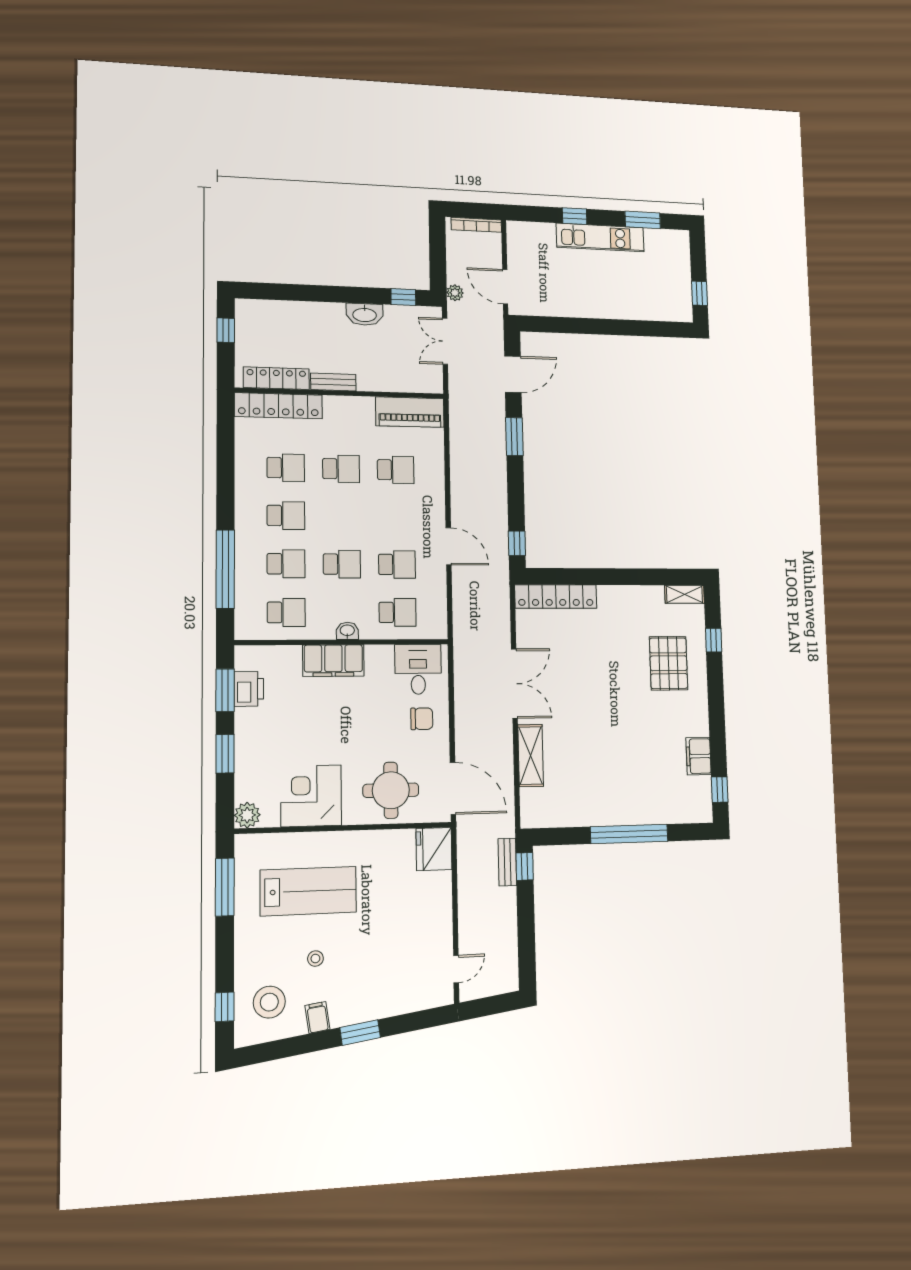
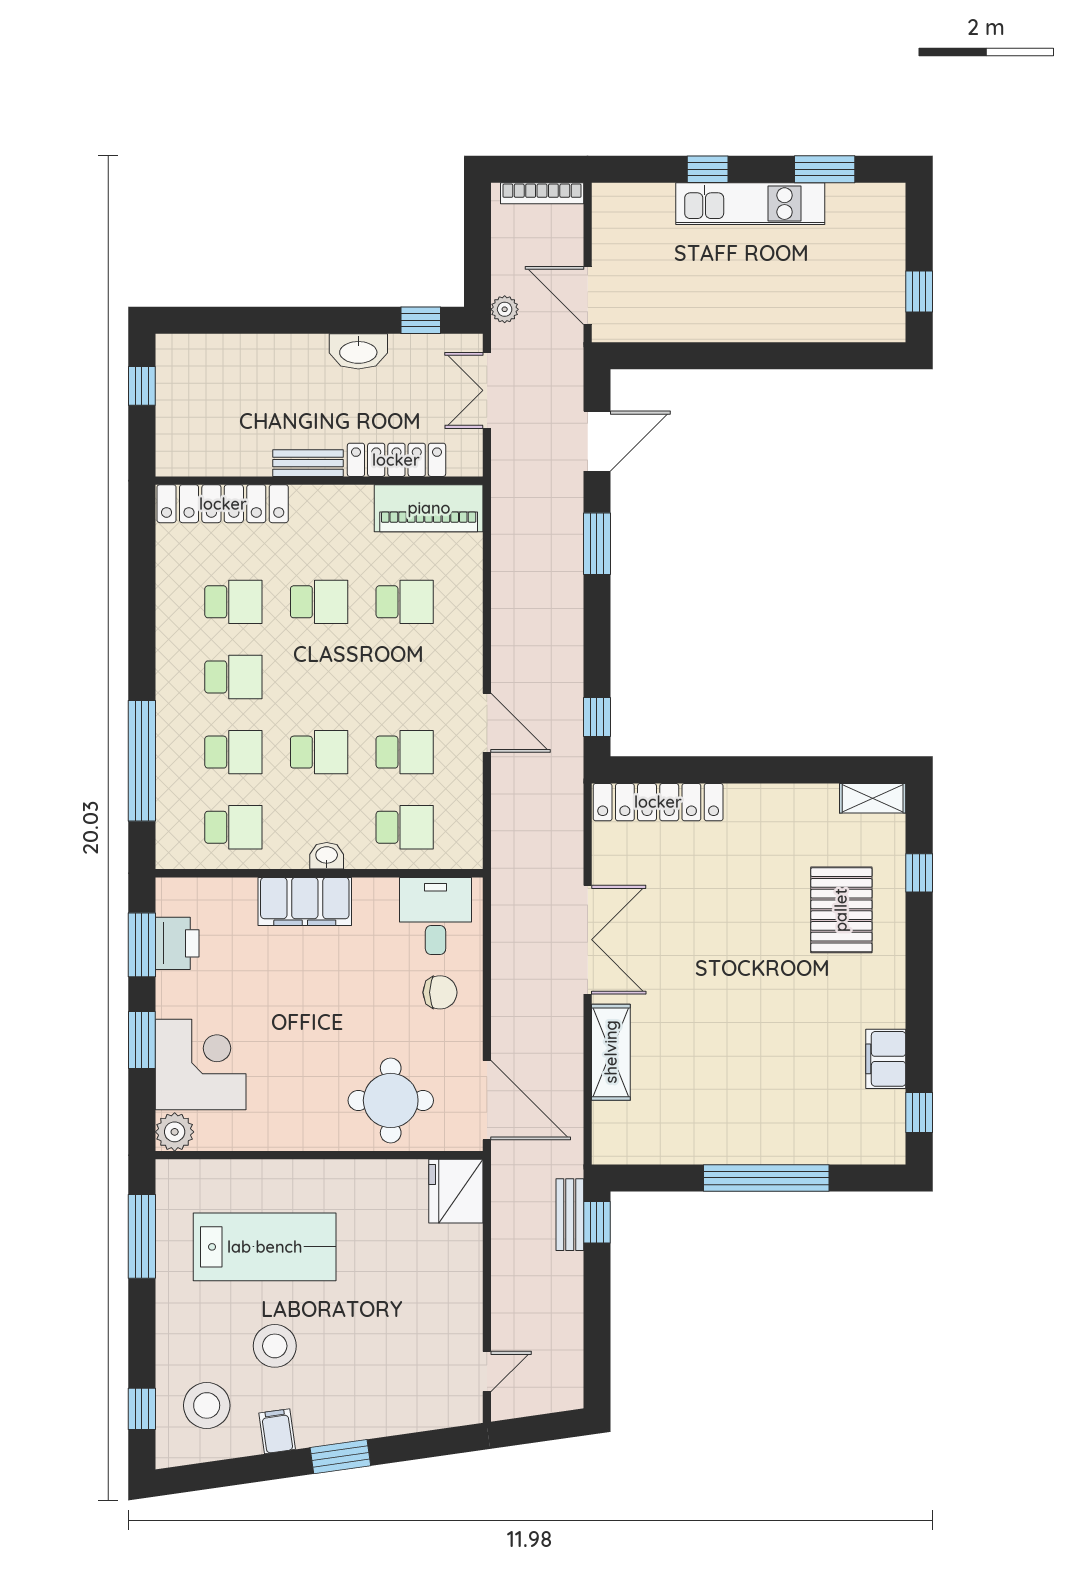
locker: (276, 378) -> (396, 460), moved
corner desk: (311, 796) -> (201, 1065), moved, turned 90
stool: (315, 959) -> (275, 1346), width x1.89, depth x1.89

